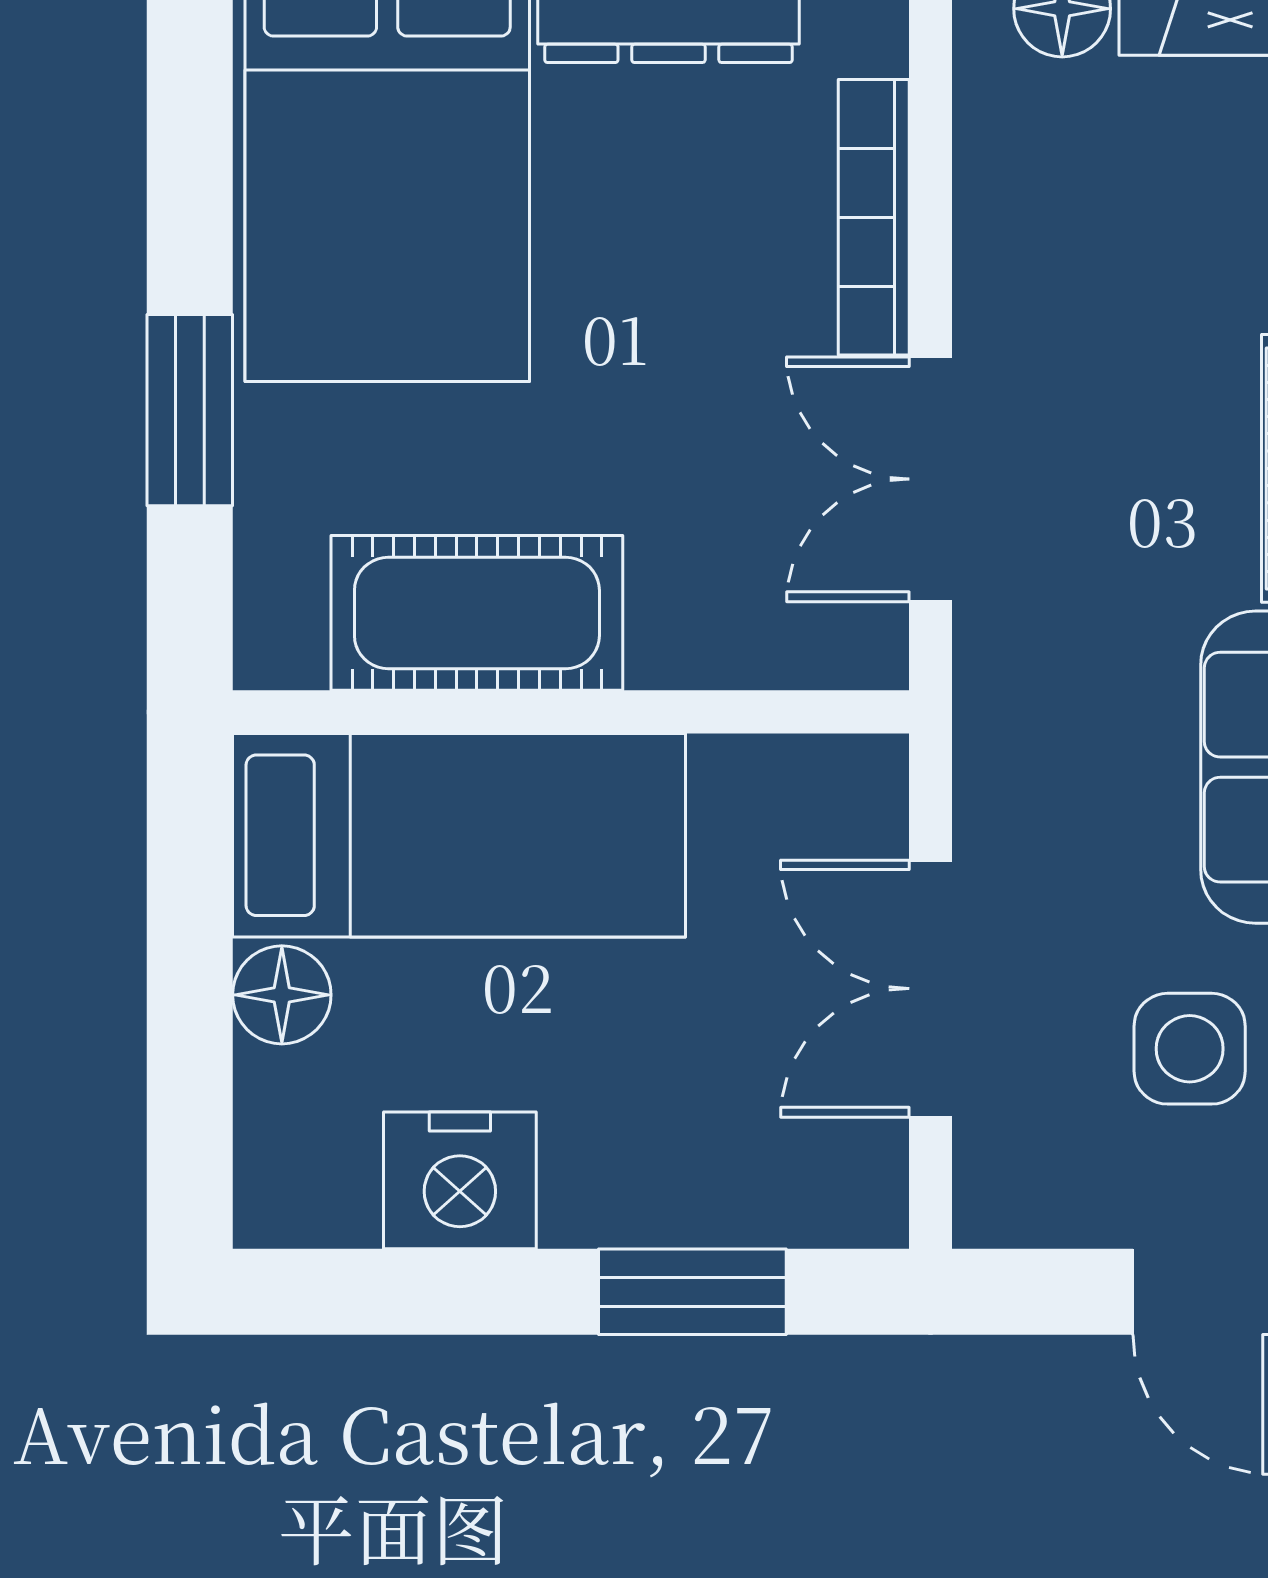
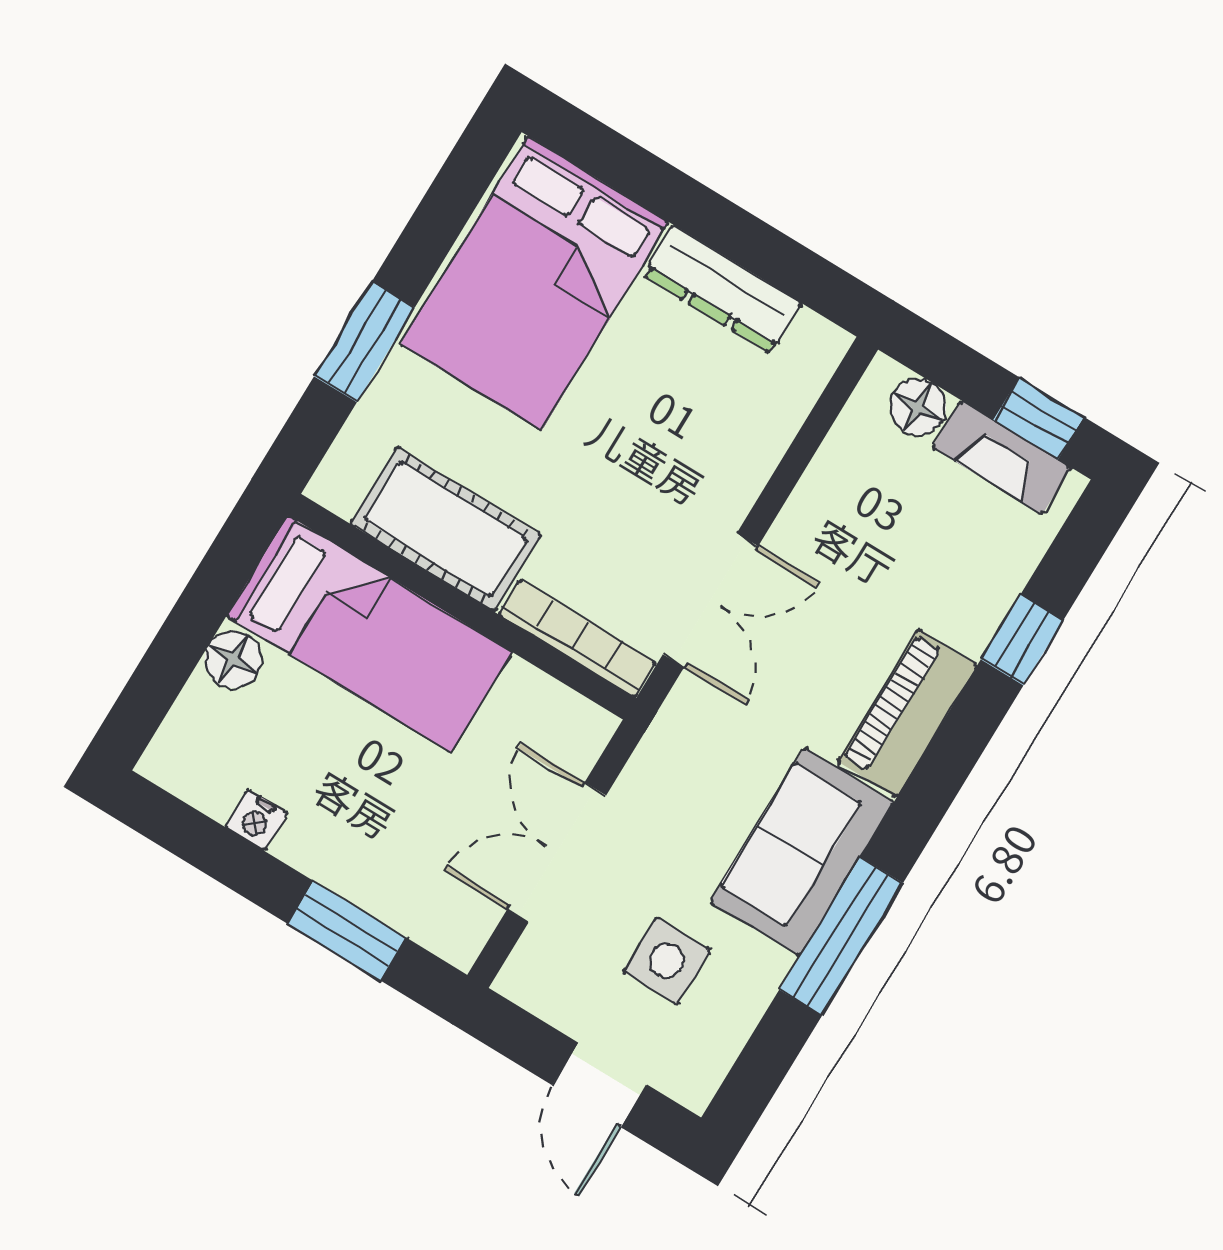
bookcase: (874, 217) -> (577, 639), moved, turned 90
double door: (931, 479) -> (711, 600), swing flipped
nightstand: (460, 1180) -> (256, 820), width x0.53, depth x0.56

